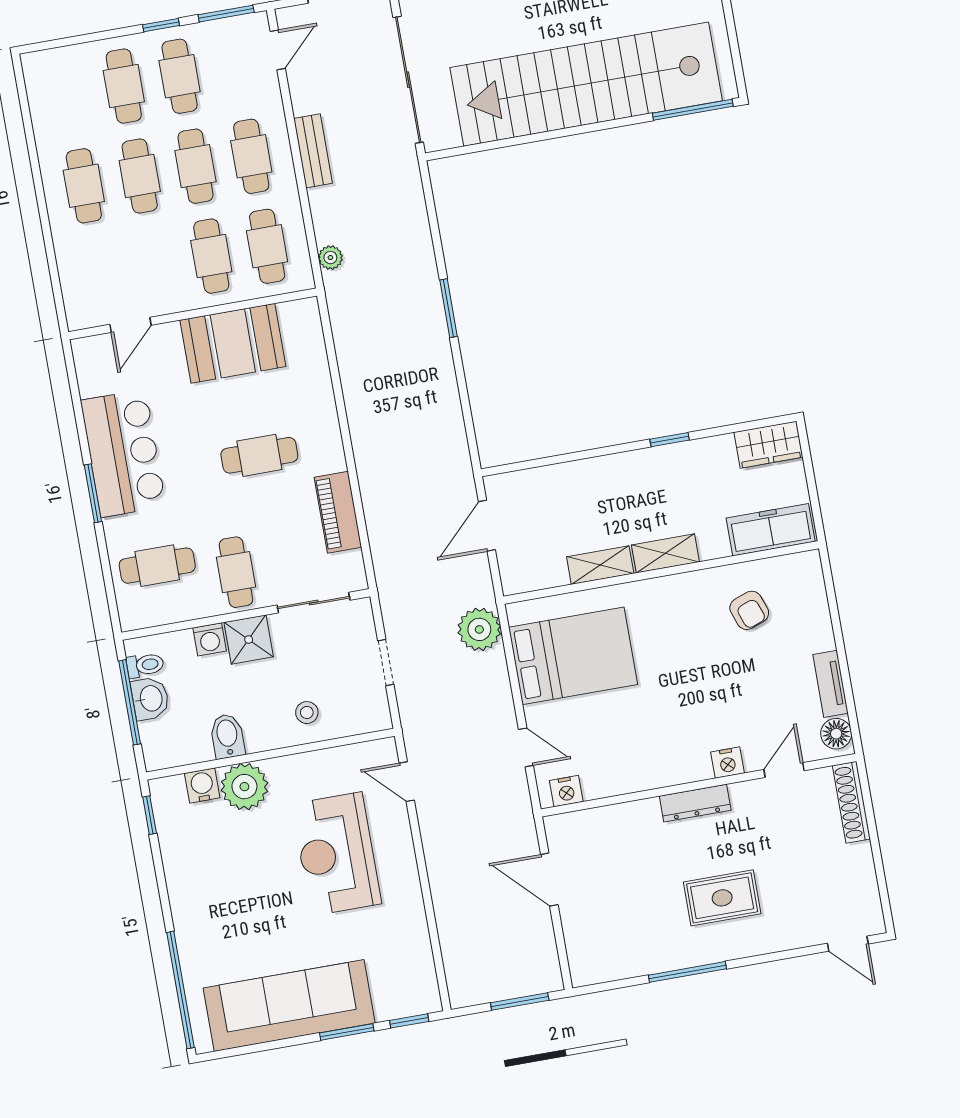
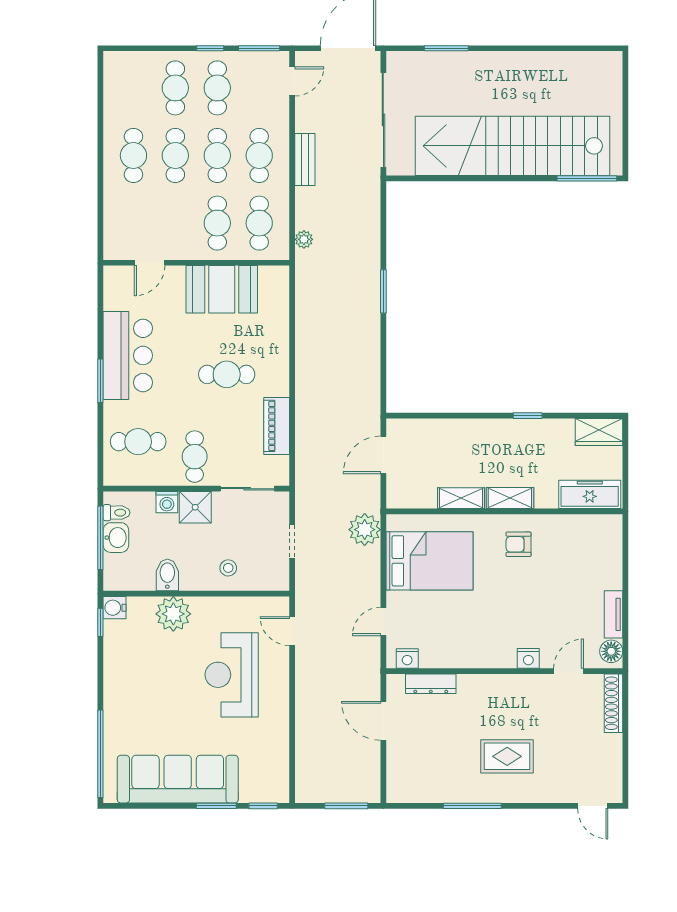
armchair: (749, 610) -> (519, 544), moved, turned 110
door: (526, 747) -> (383, 621), swing flipped
water cooler: (202, 786) -> (115, 608), moved, turned -90
dresser: (695, 803) -> (431, 684), moved

